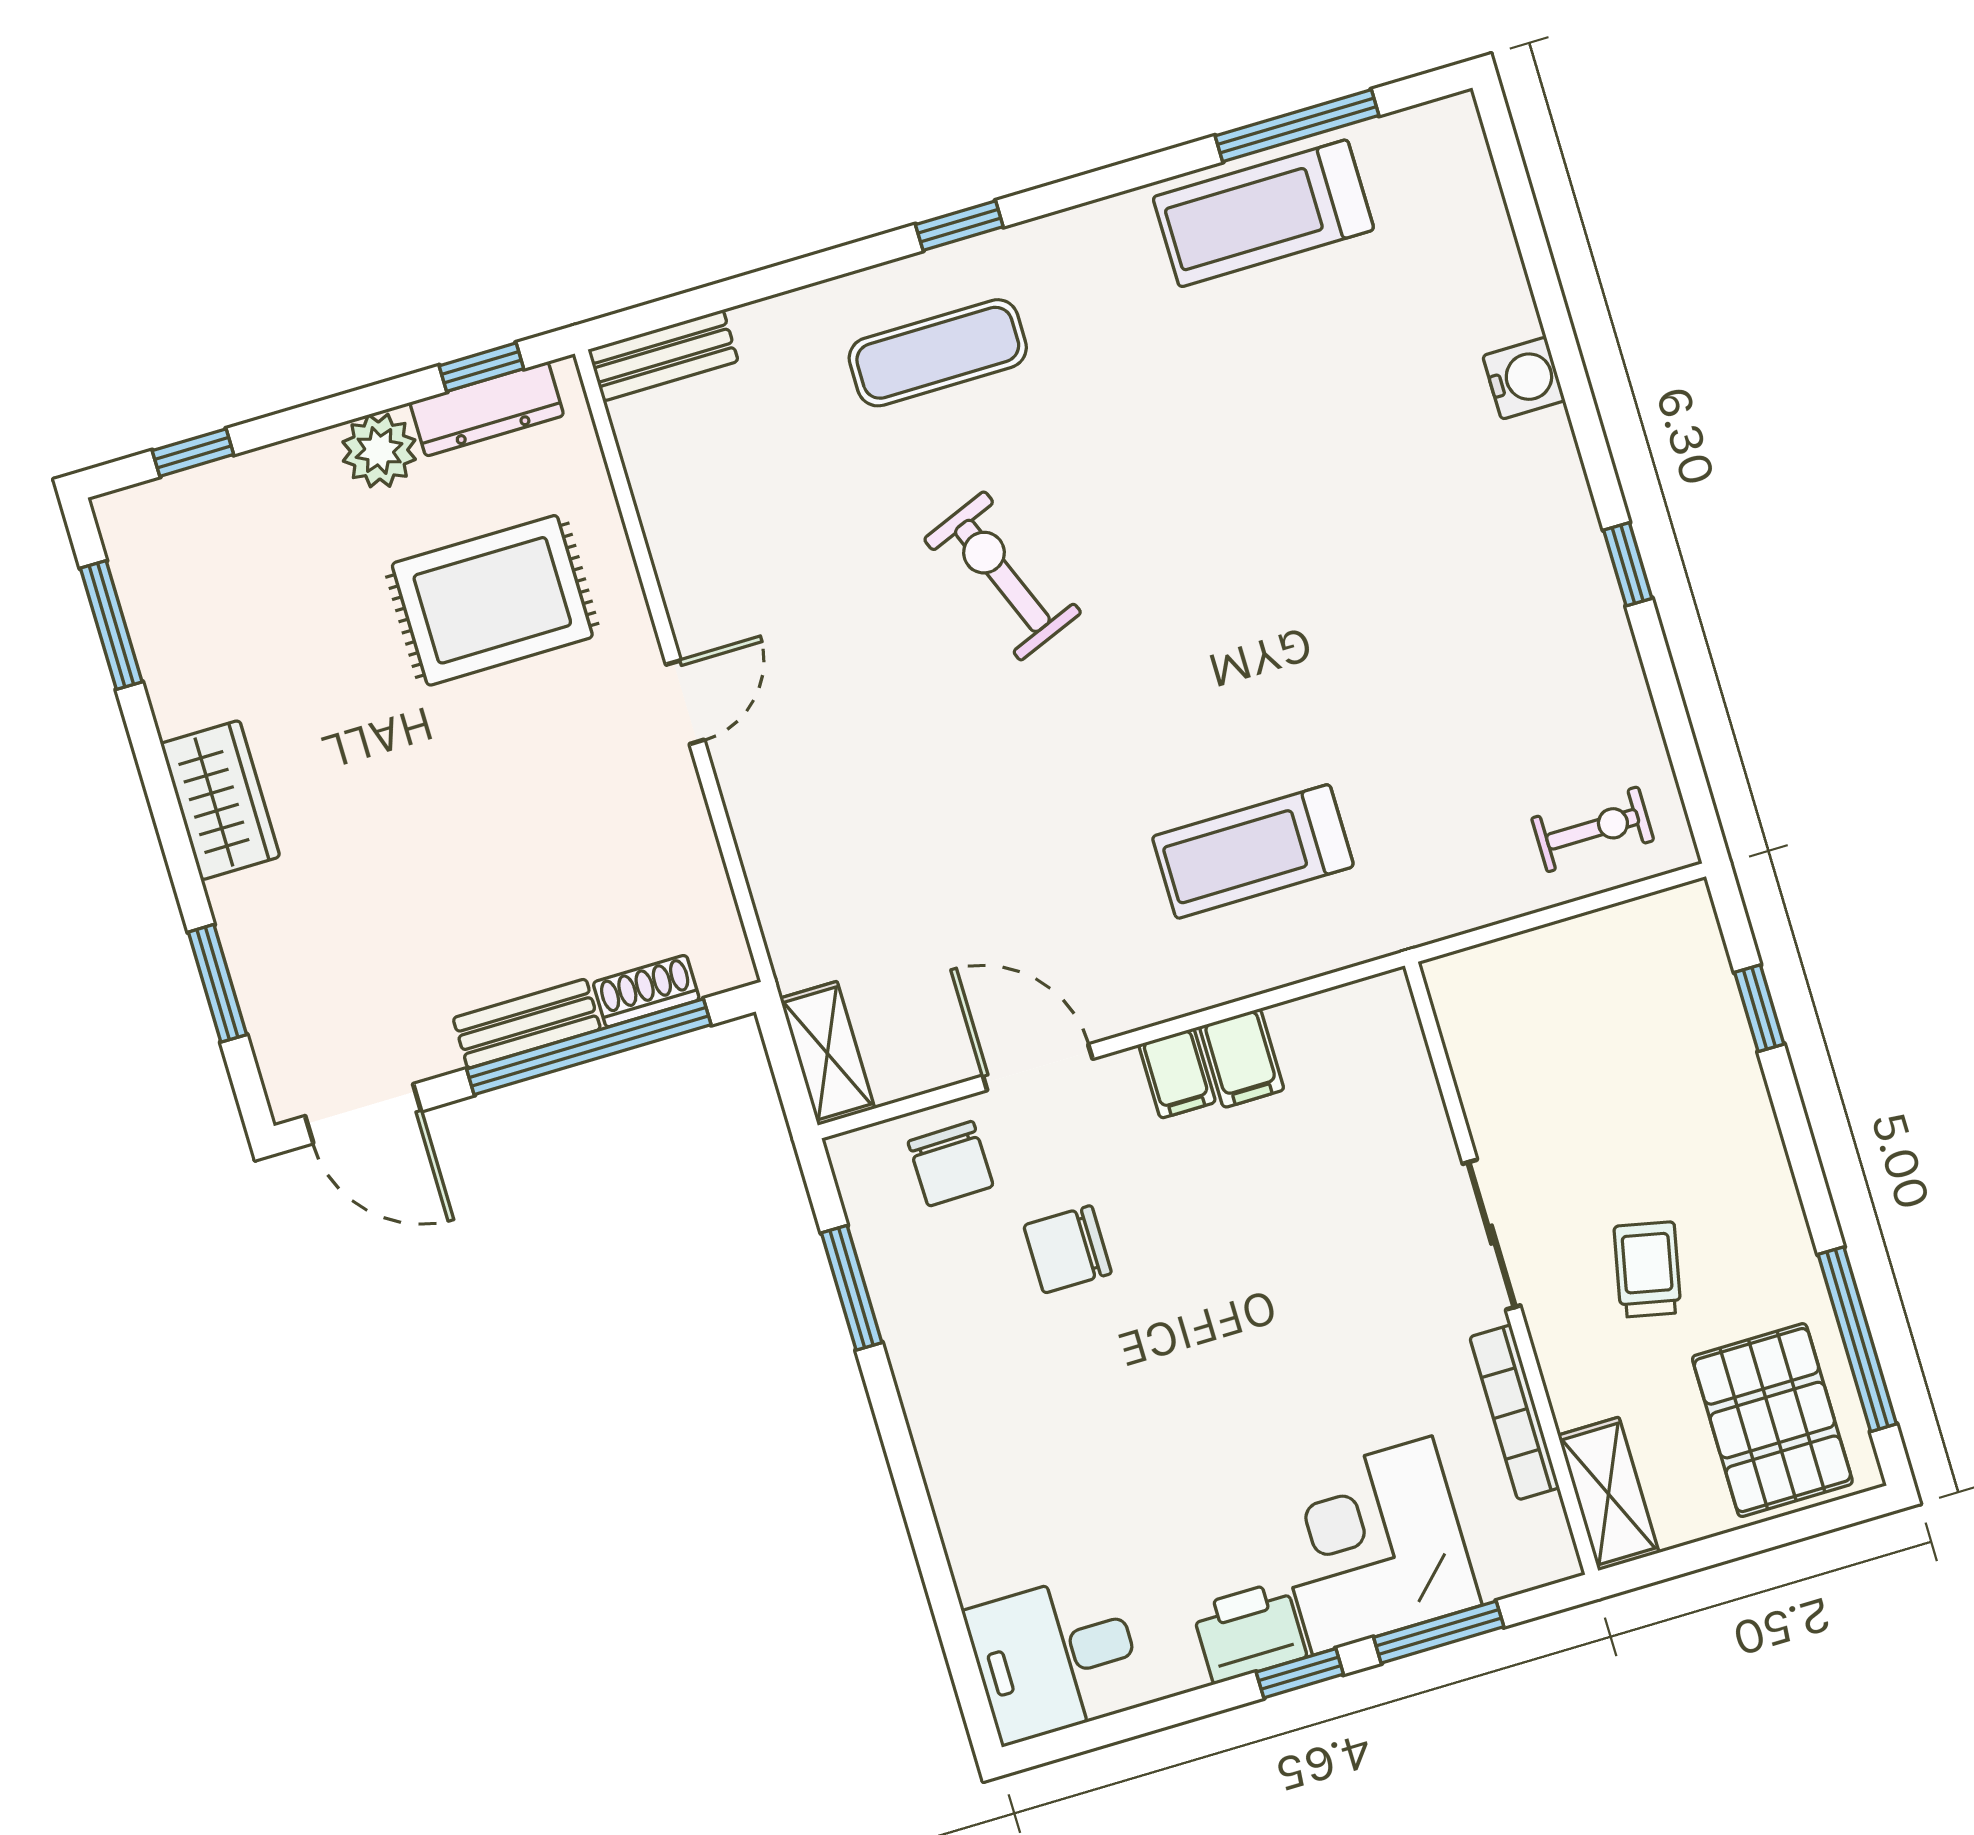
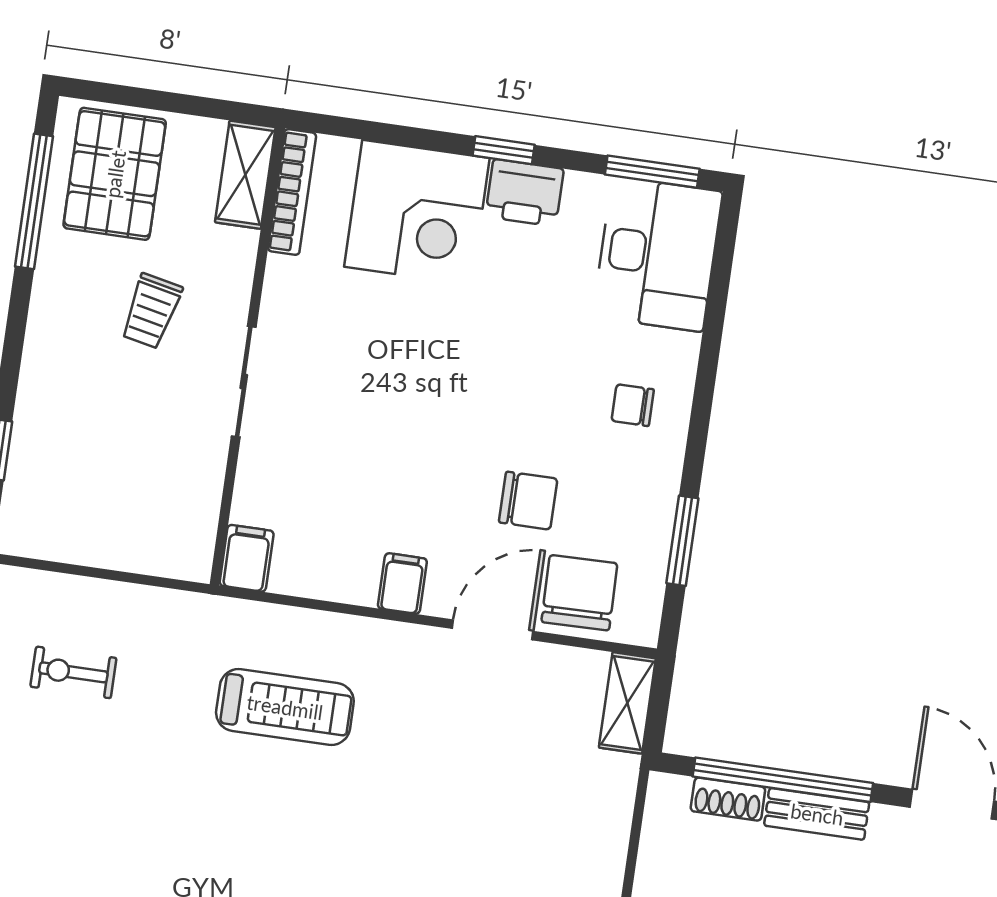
exercise bike: (1593, 829) -> (73, 672), moved
filing cabinet: (1242, 1058) -> (247, 558), moved
door: (1038, 1067) -> (493, 630), swing flipped
chair: (951, 1164) -> (579, 593), width x1.37, depth x1.37
bookcase: (1514, 1412) -> (292, 192), moved
chair: (992, 1429) -> (633, 405), added
window: (1439, 1632) -> (652, 172), moved
desk: (1055, 1657) -> (657, 254), width x1.37

